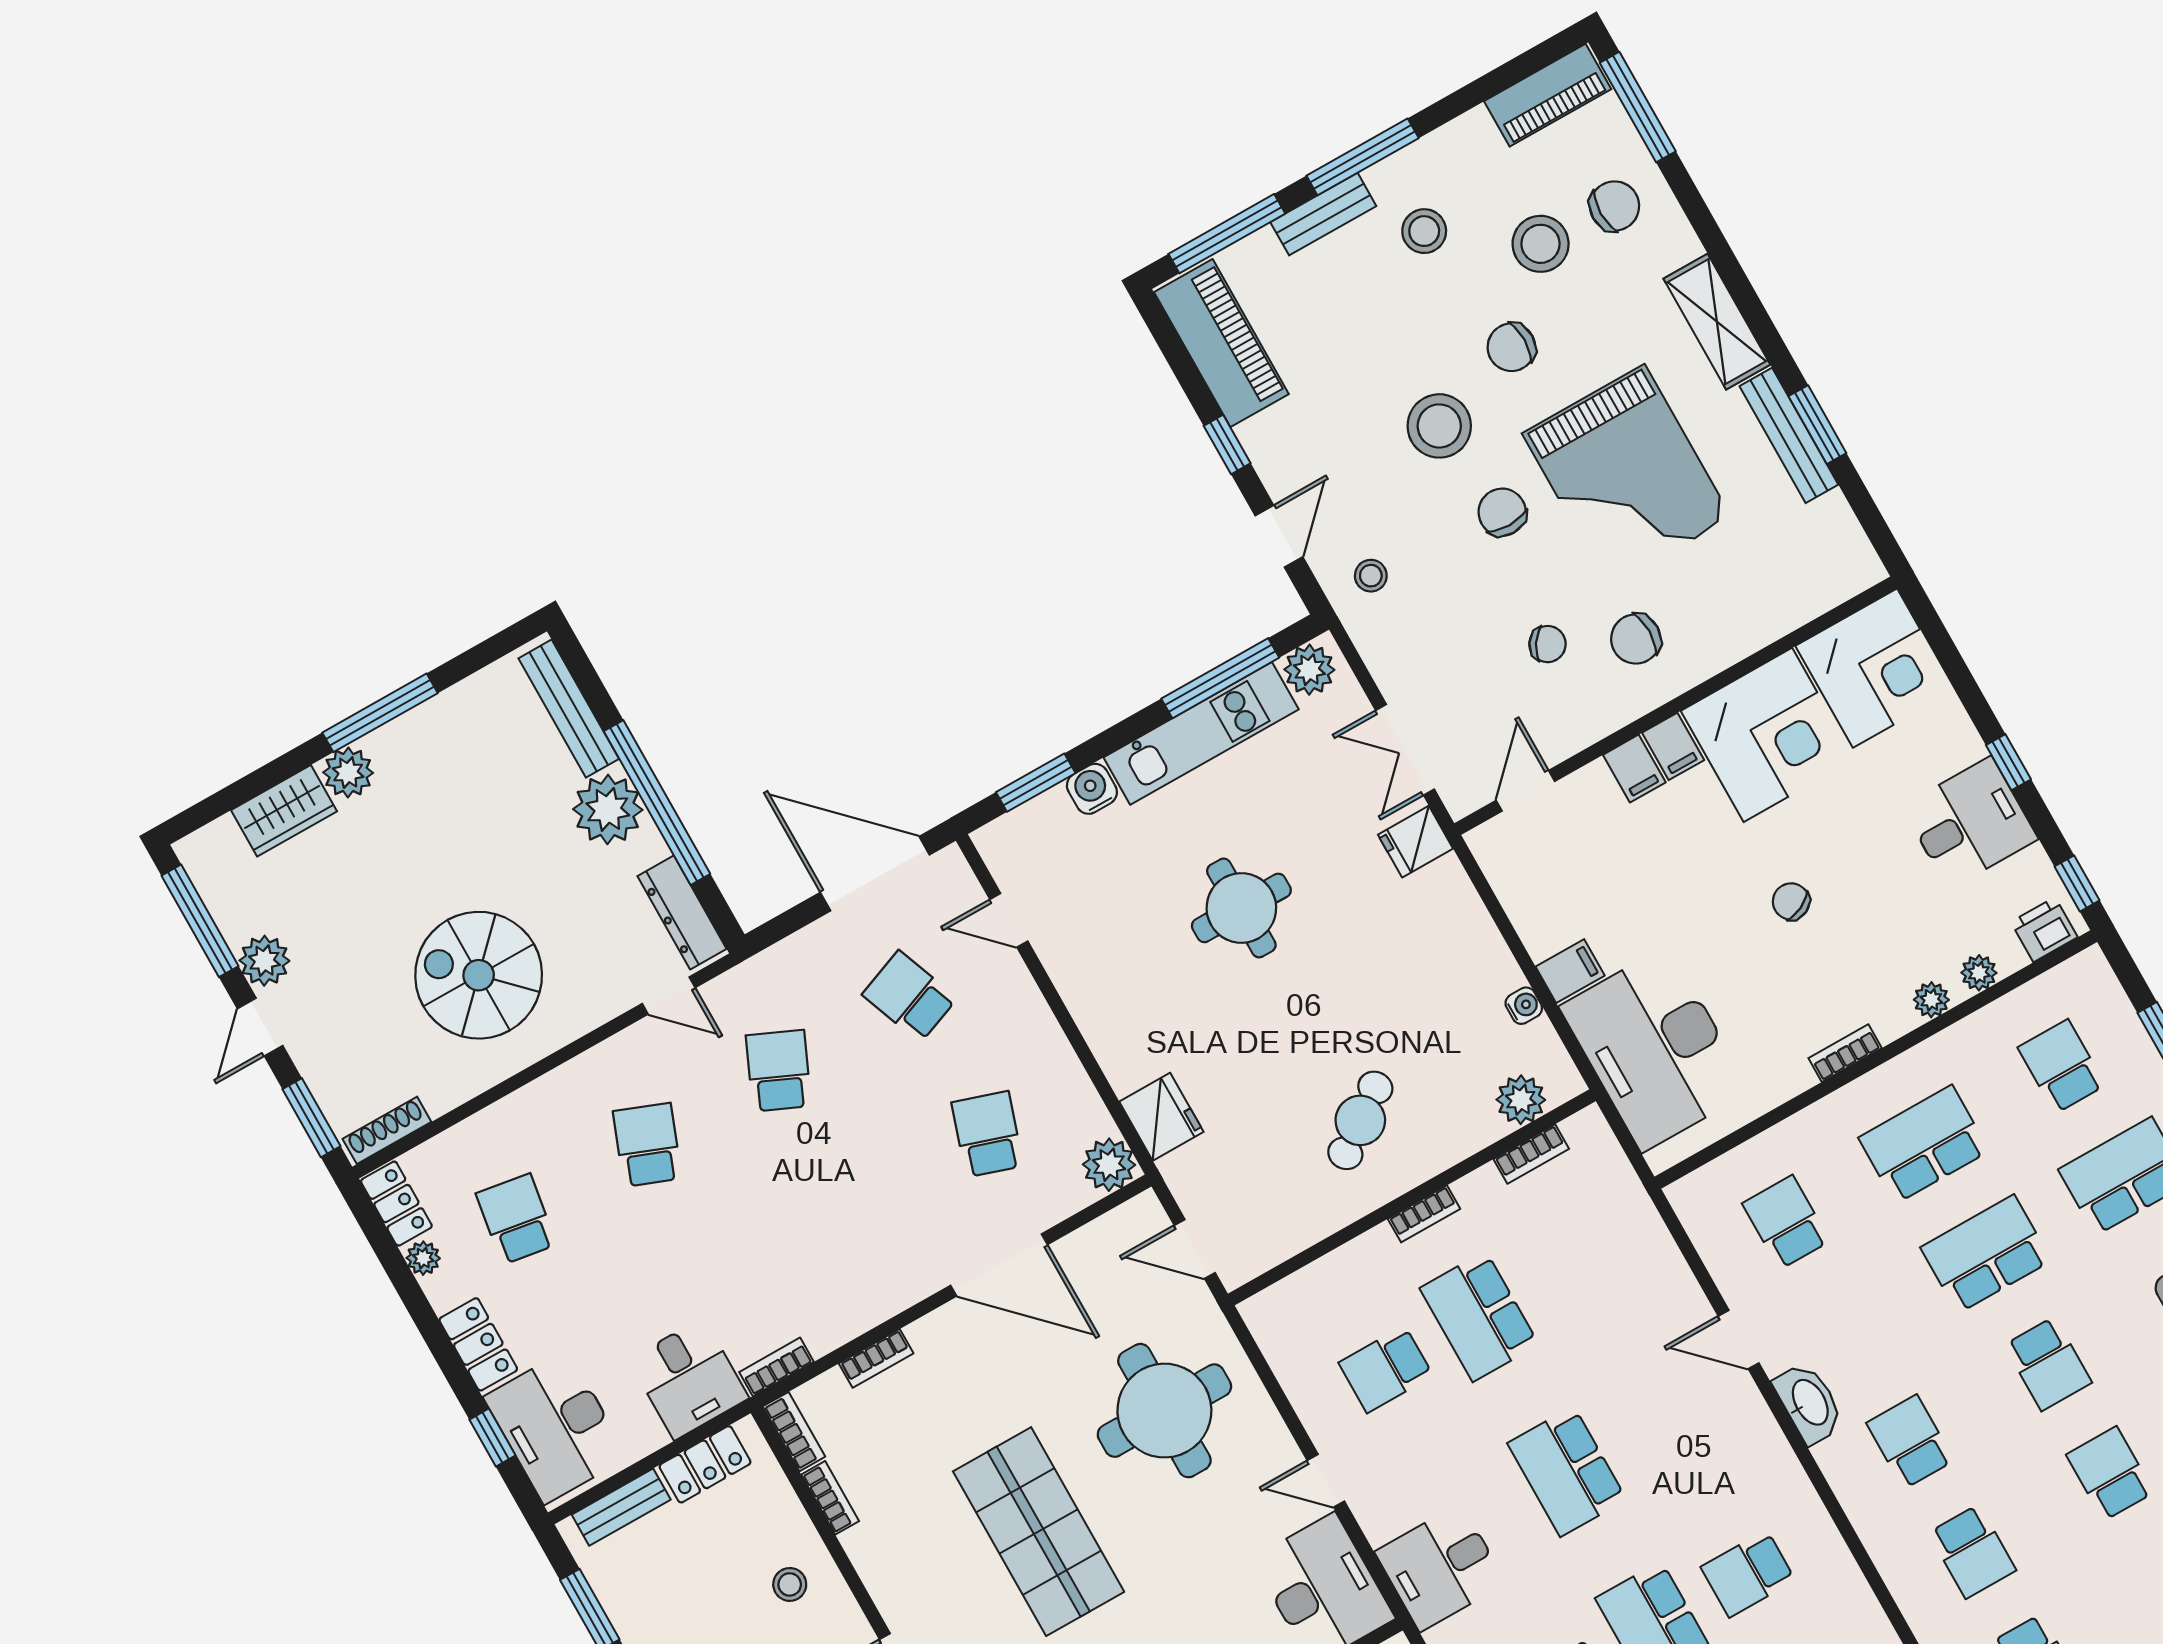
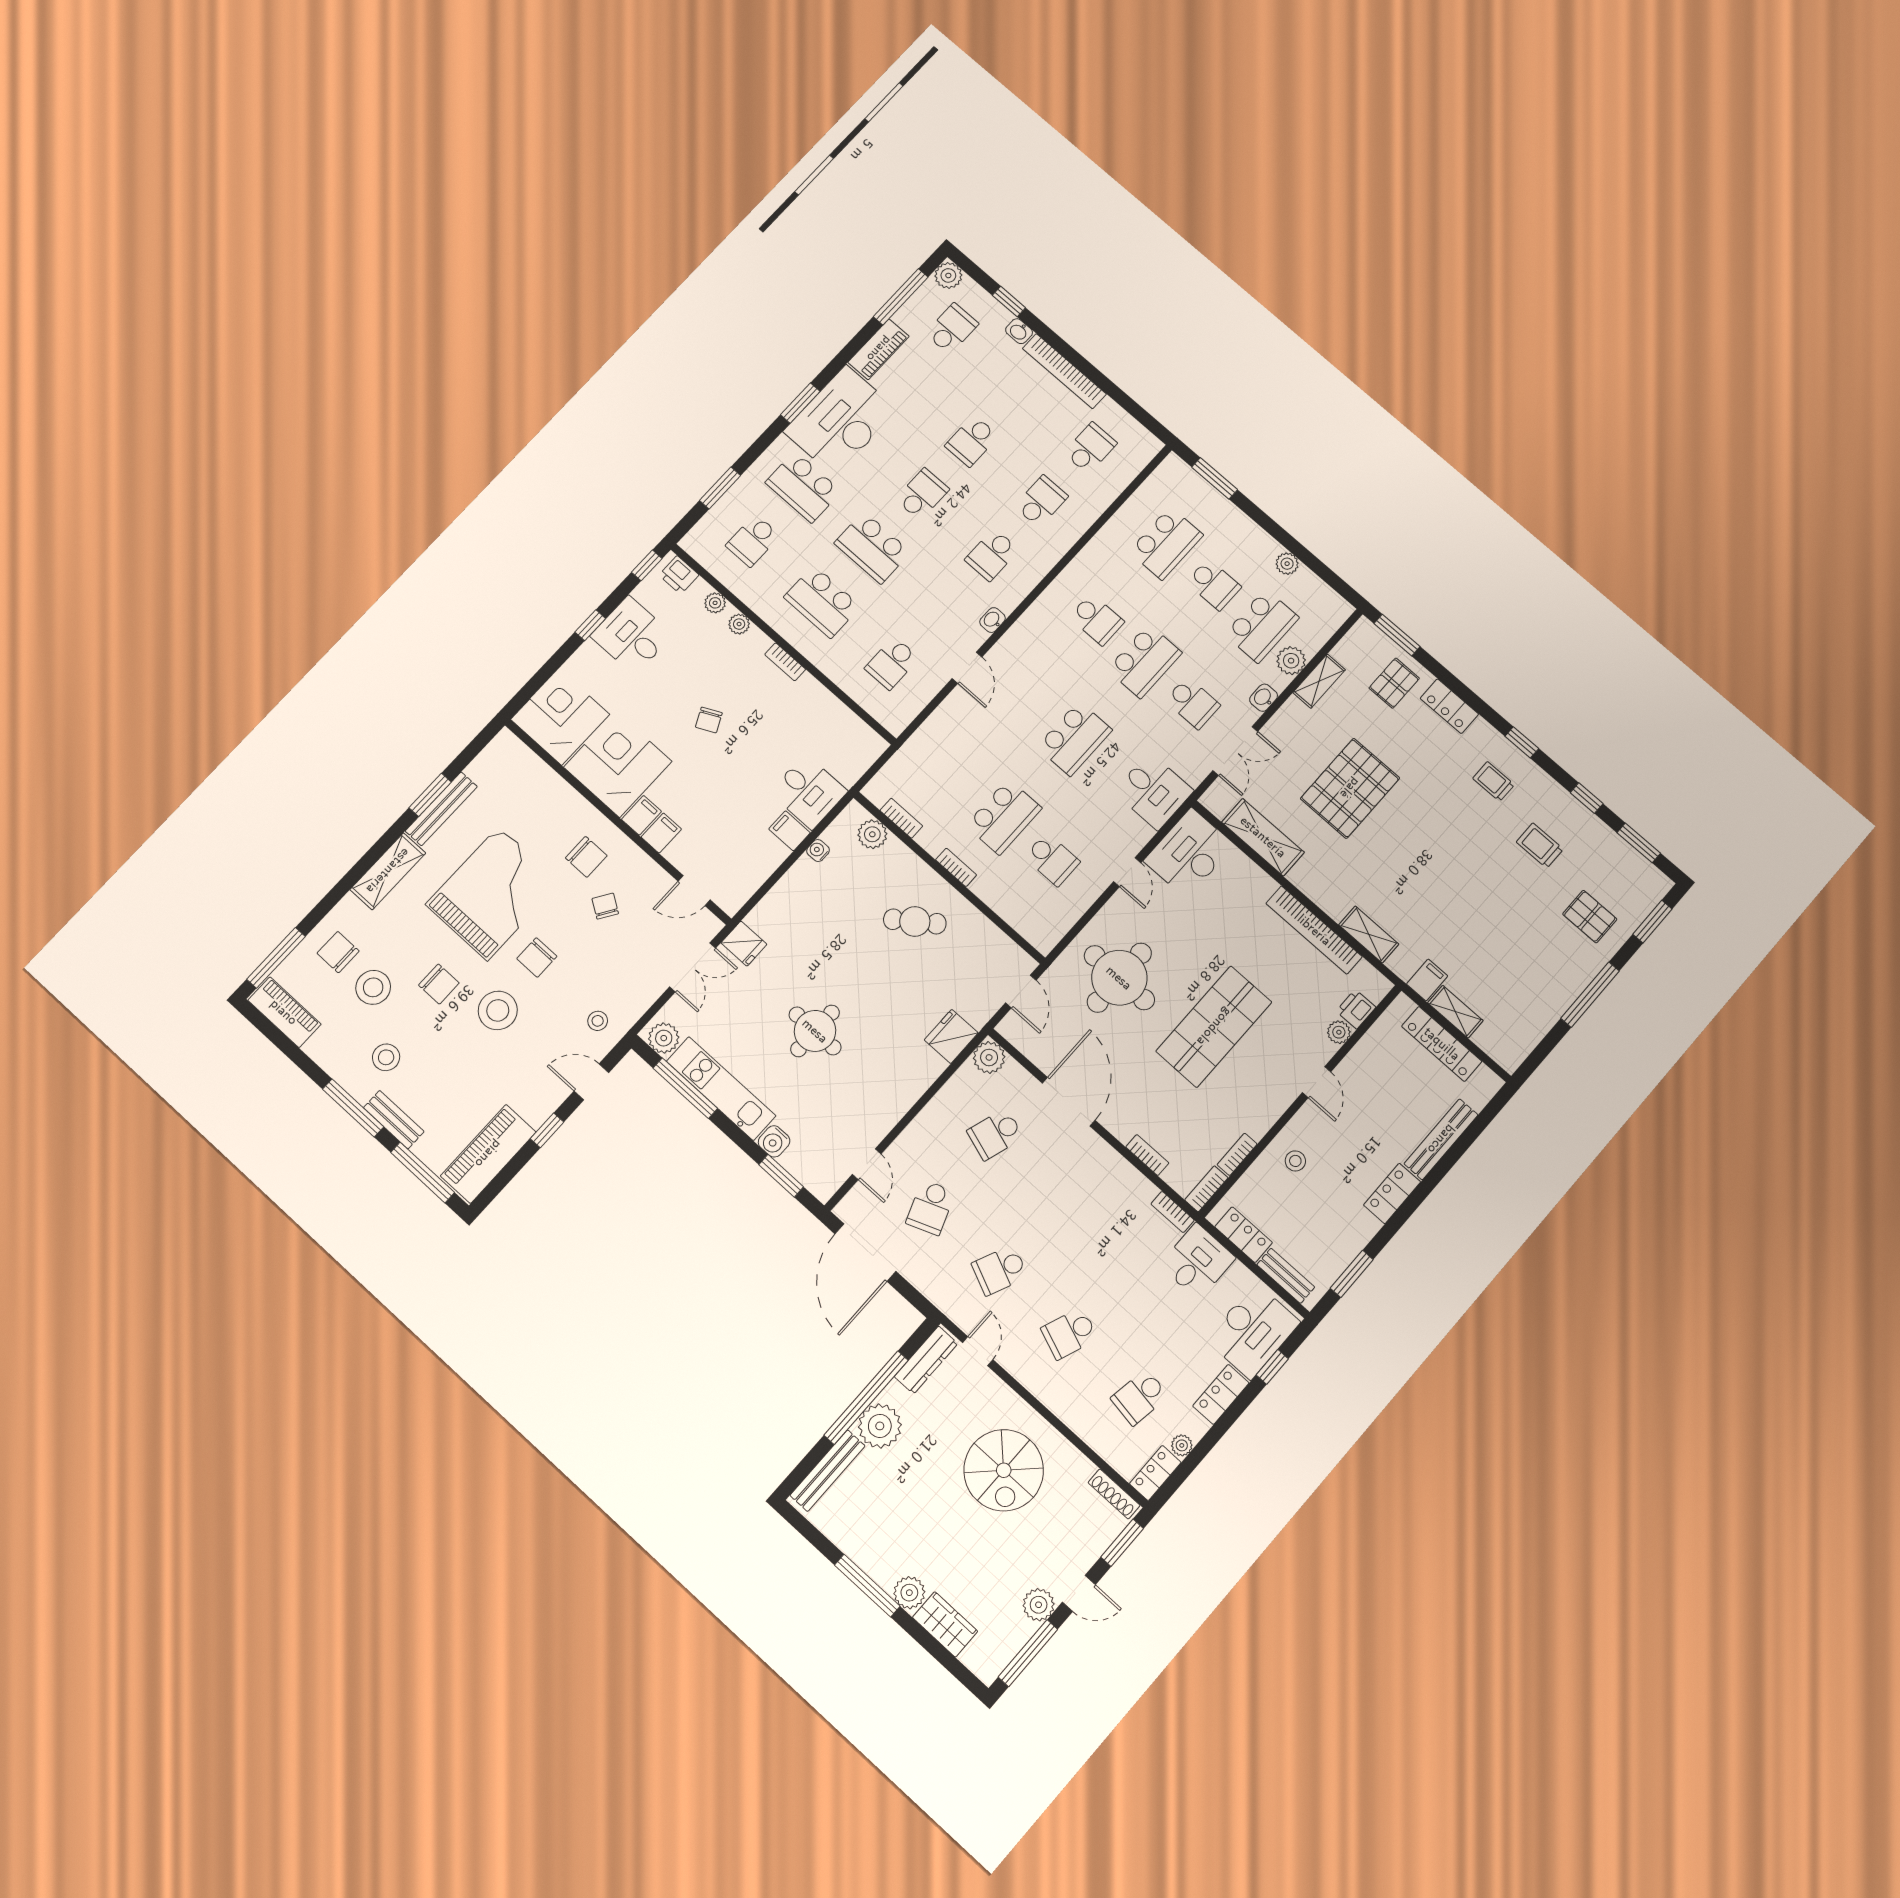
desk: (1655, 1049) -> (809, 792), width x0.53, depth x0.77
washbasin: (1809, 1403) -> (993, 620), width x0.52, depth x0.69

